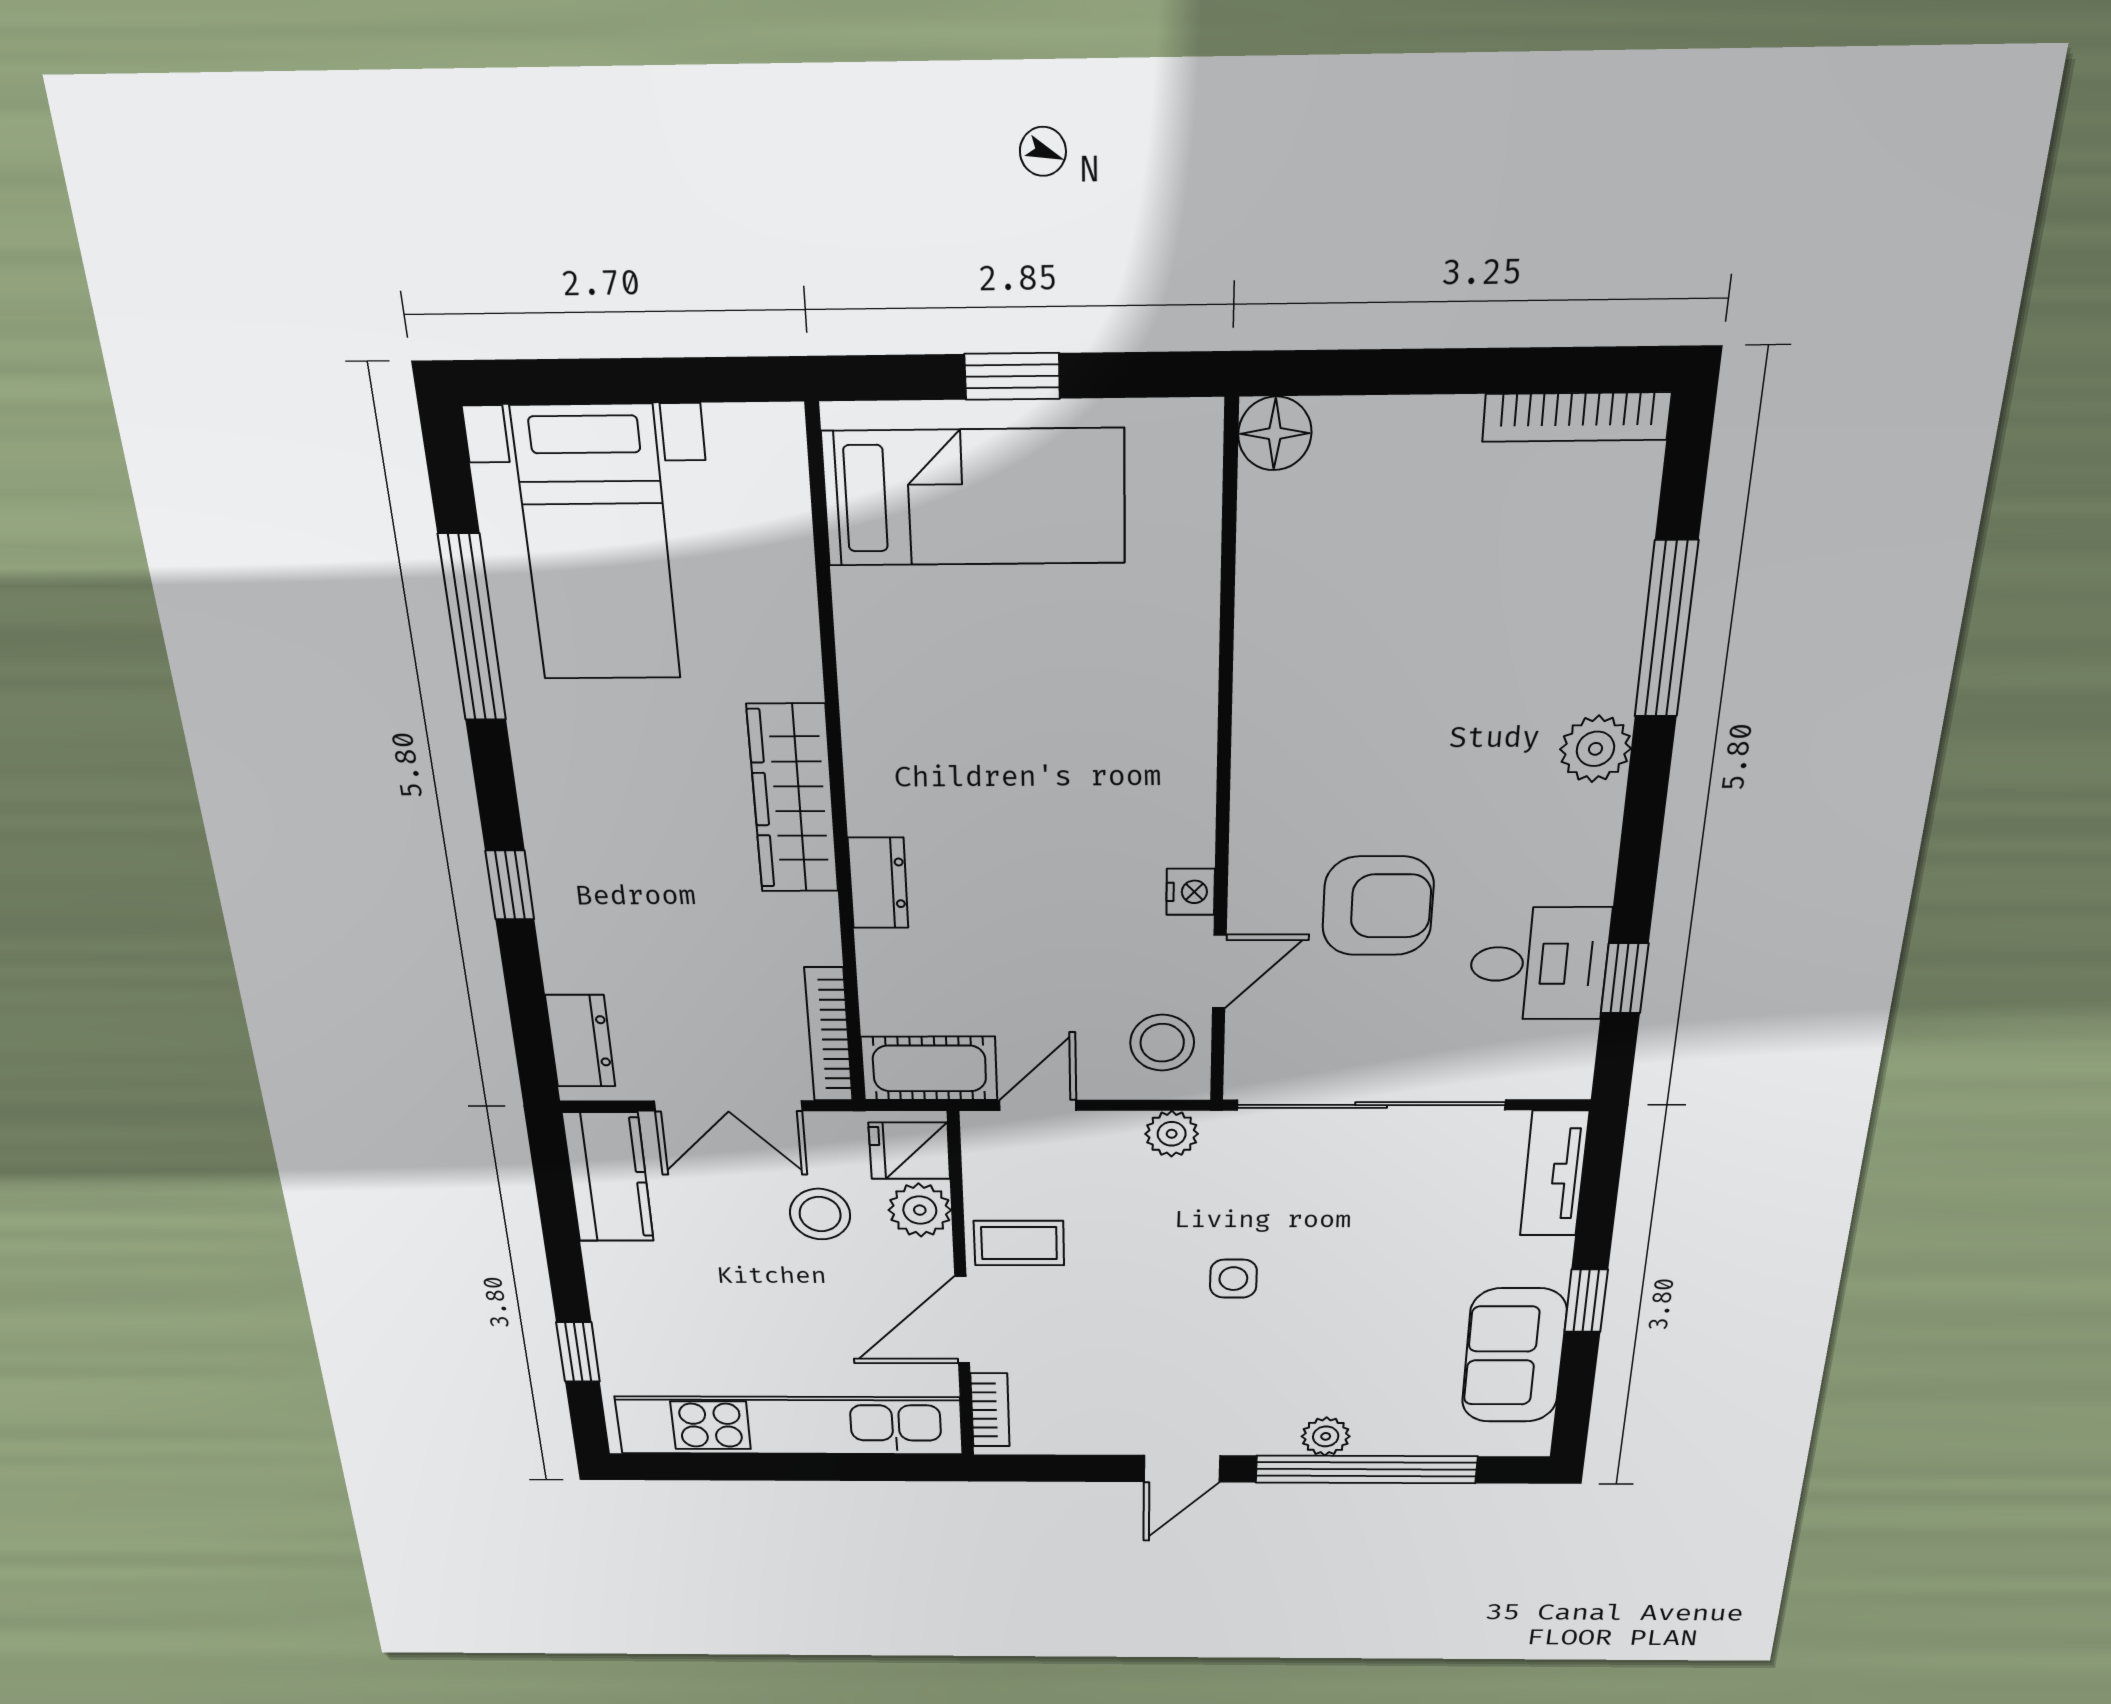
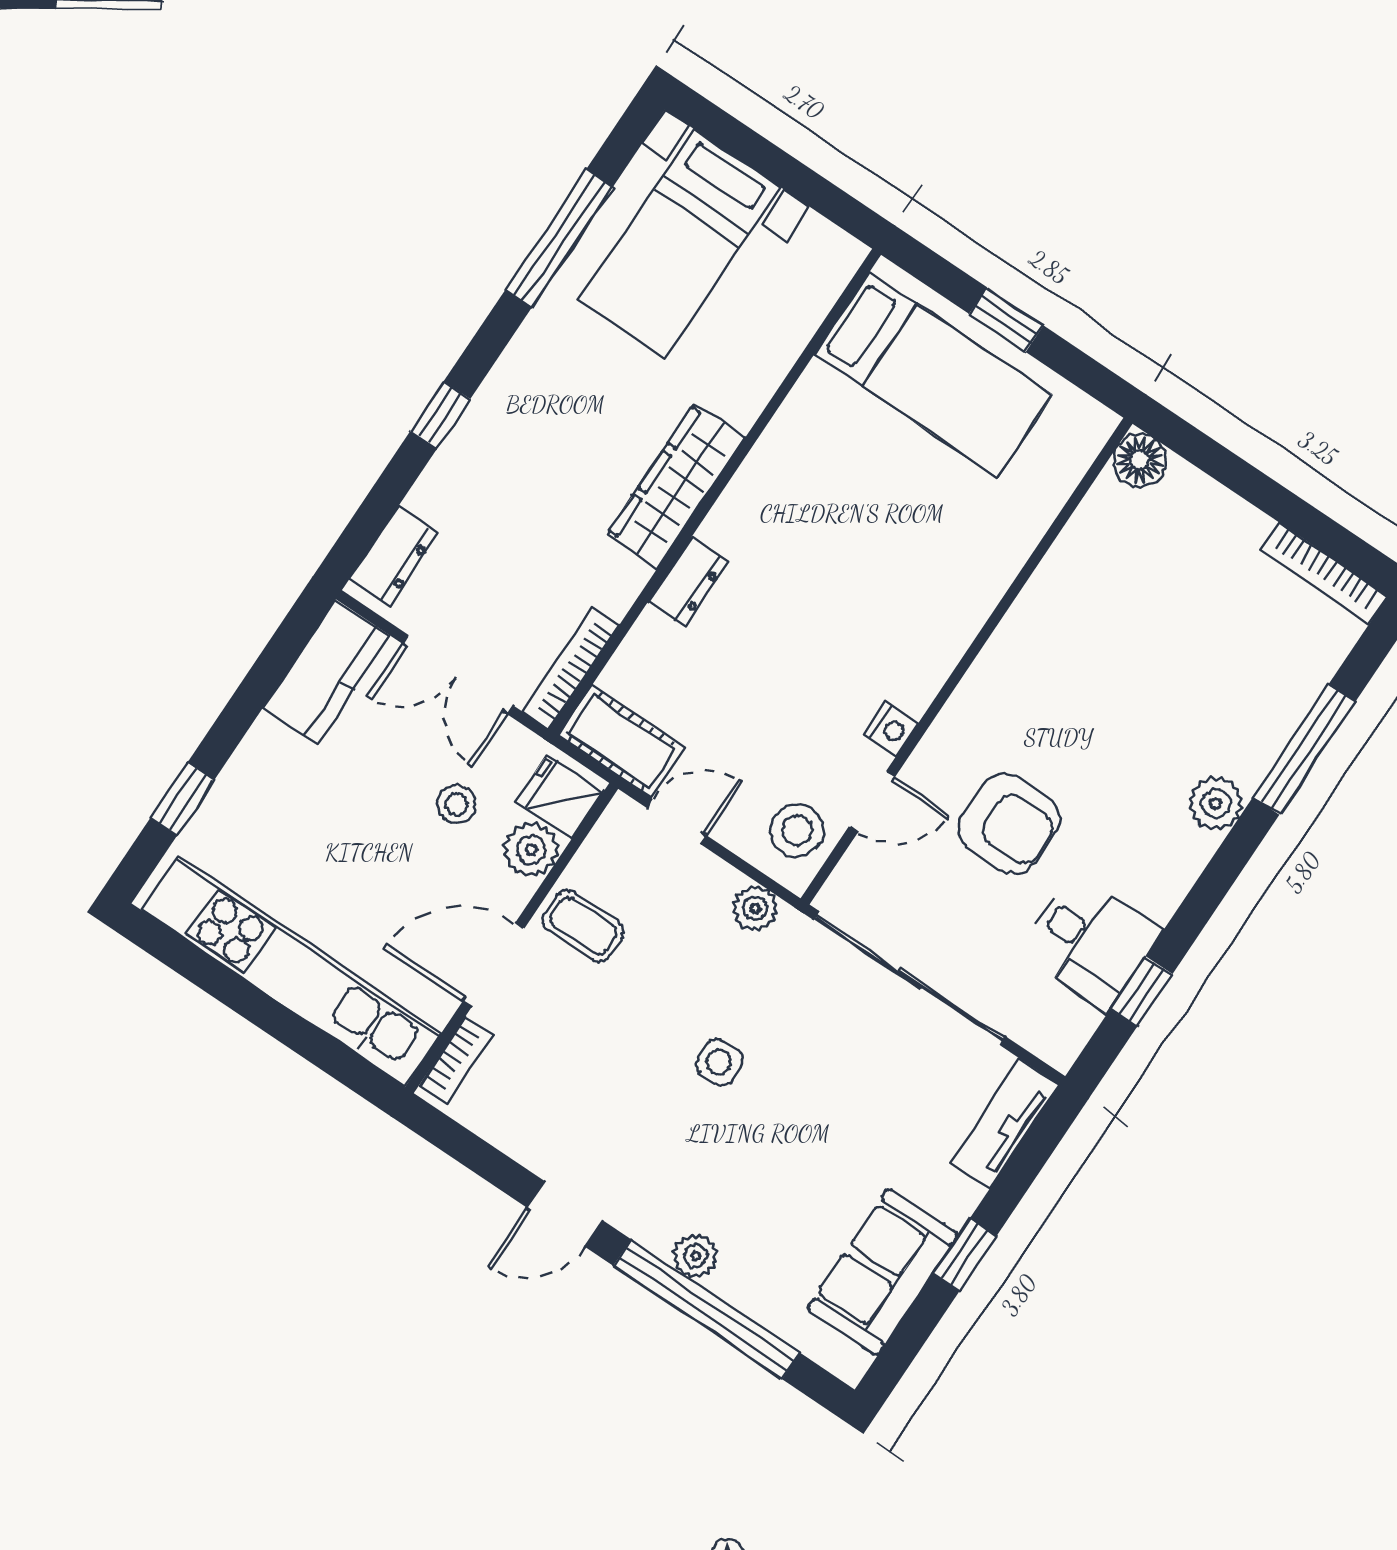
stool: (820, 1214) -> (456, 805), width x0.73, depth x0.73

